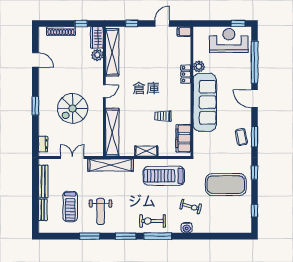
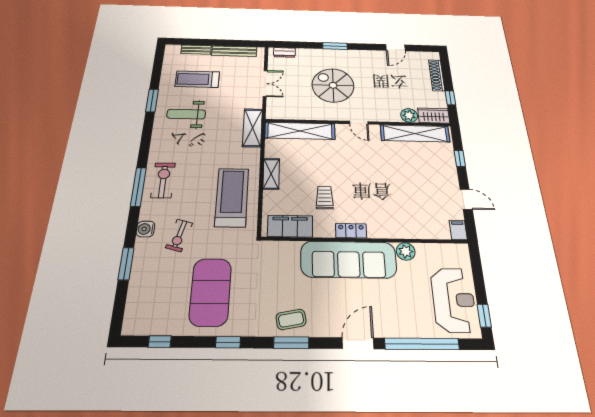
locker: (186, 74) -> (351, 231), moved
shelving: (111, 165) -> (252, 128), width x0.68
window: (126, 236) -> (126, 264), moved

